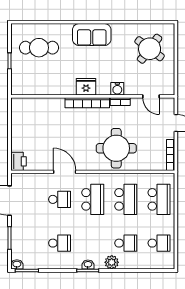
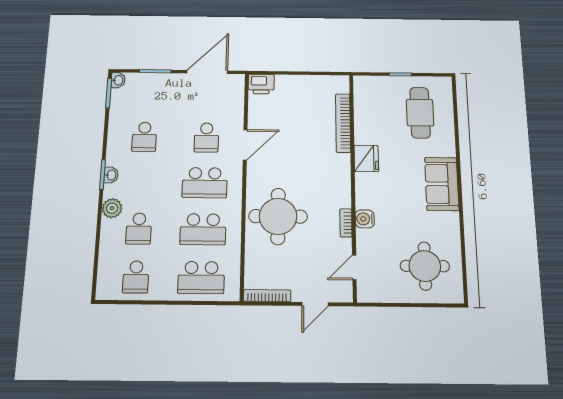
round table: (150, 49) -> (425, 266), turned -37
fridge: (86, 87) -> (366, 158), moved
bookcase: (87, 103) -> (343, 123), moved

